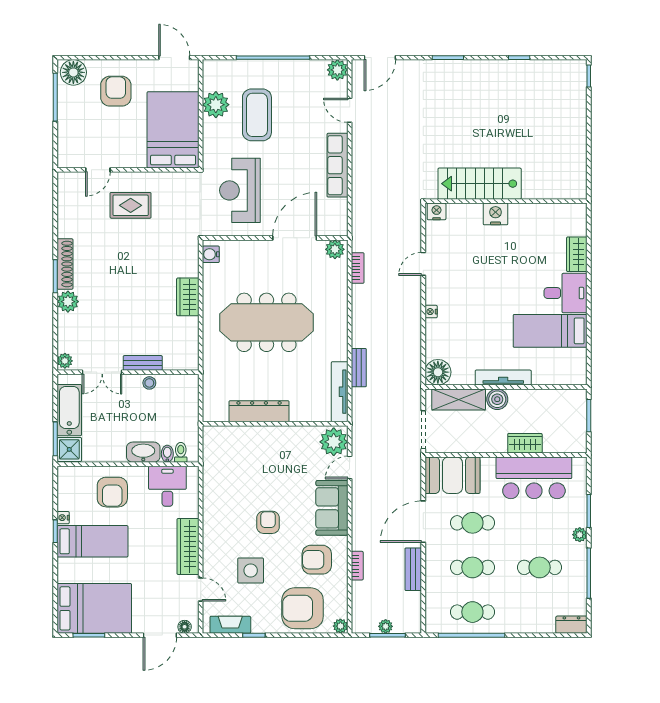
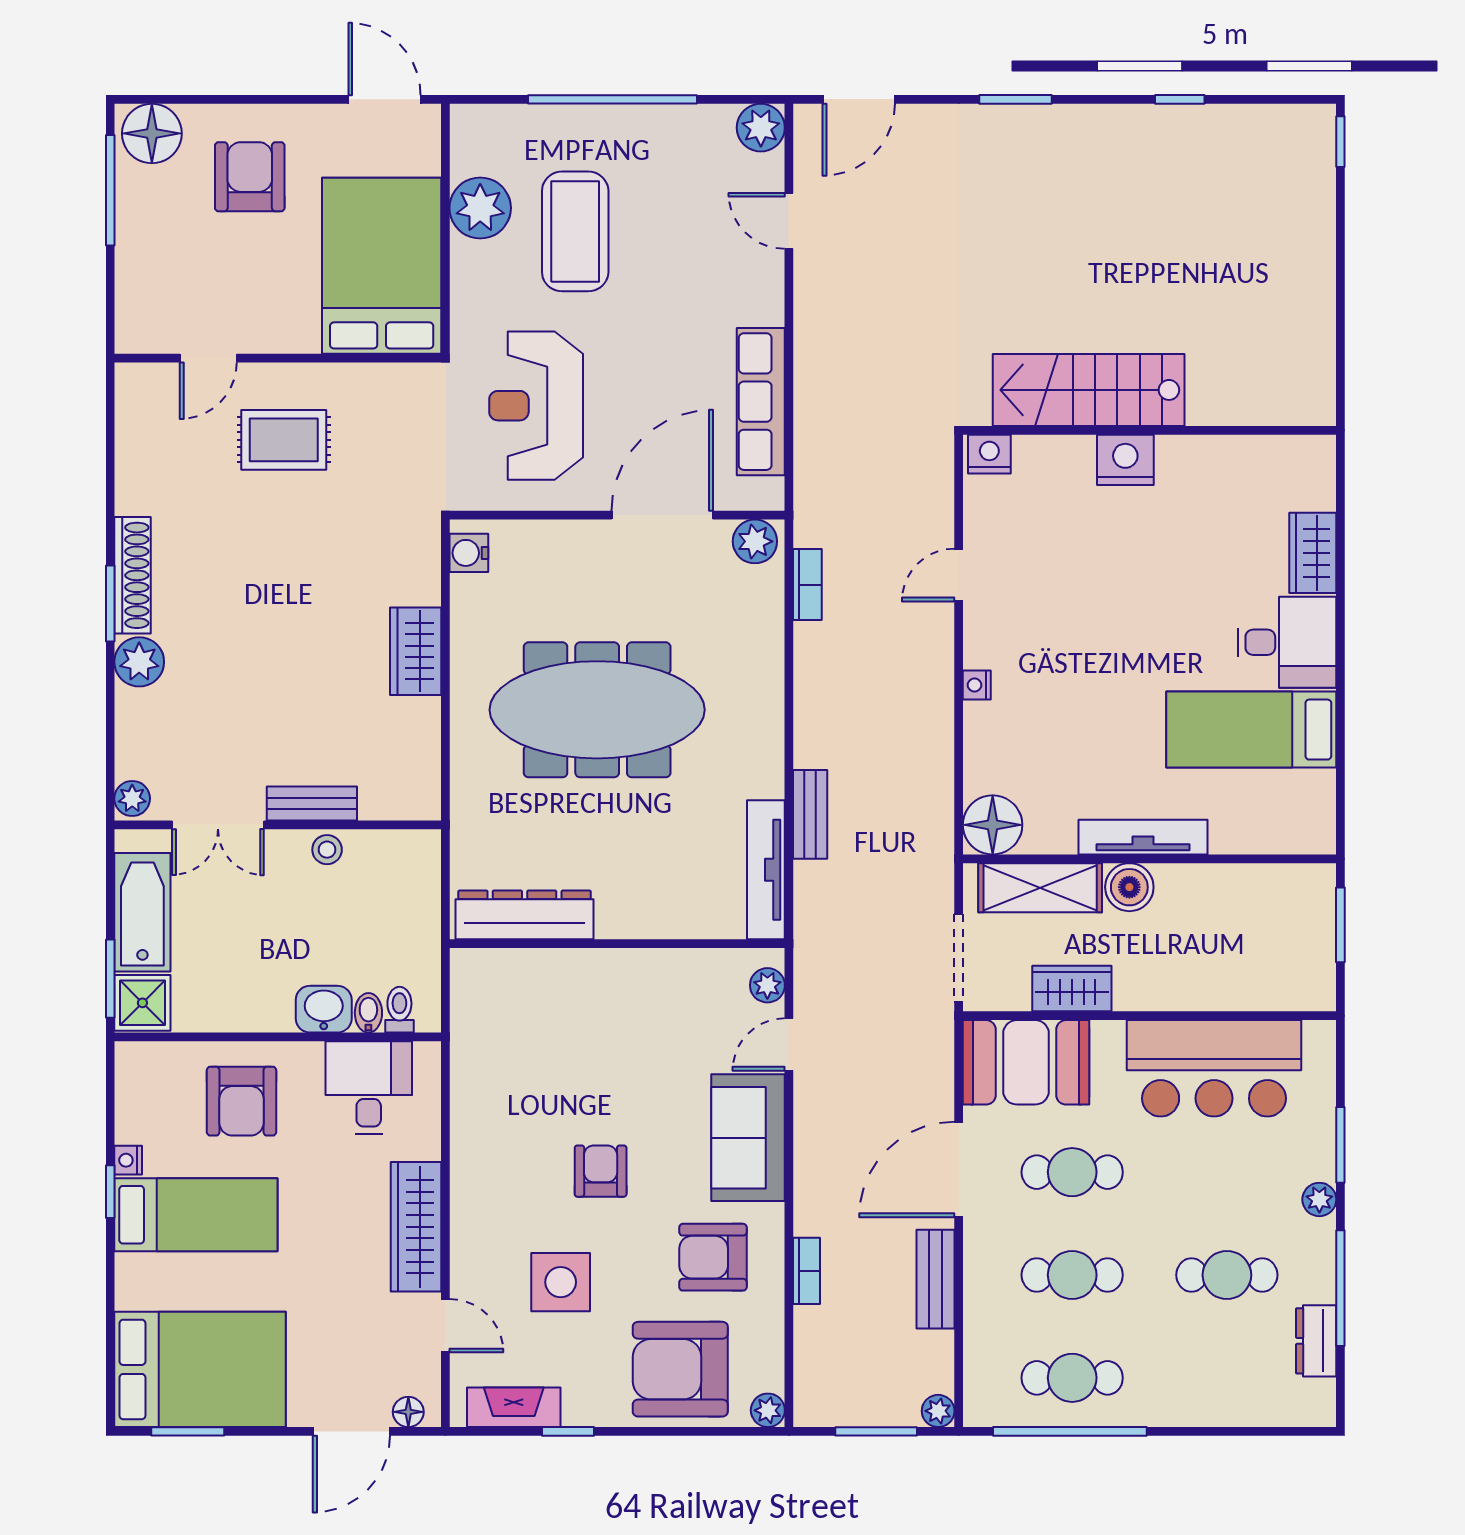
row of seats: (337, 165) -> (761, 402), moved
dresser: (259, 411) -> (525, 915), moved
plant: (334, 442) -> (767, 985), width x0.53, depth x0.53
wardrobe: (525, 443) -> (1072, 989), moved
washbasin: (143, 452) -> (324, 1009), width x0.72
dresser: (571, 625) -> (1316, 1341), moved, turned -90
plant: (386, 626) -> (938, 1411), moved

